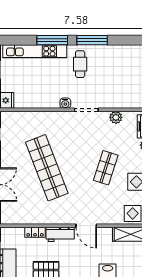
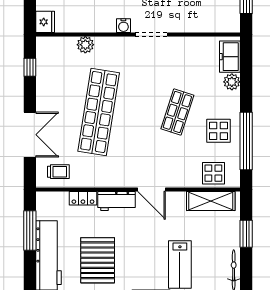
plant: (116, 117) -> (85, 45), moved
shop shelf: (47, 168) -> (99, 112), turned 30
trolley: (17, 212) -> (58, 172), added

